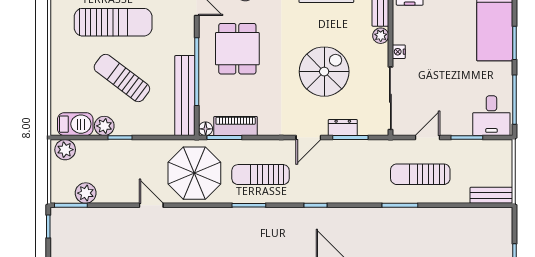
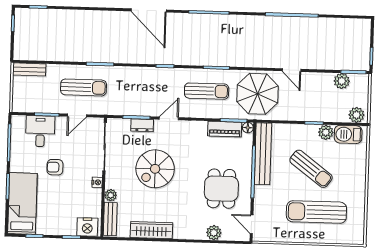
armchair: (454, 70) -> (55, 167), added
desk: (491, 116) -> (40, 131), moved

